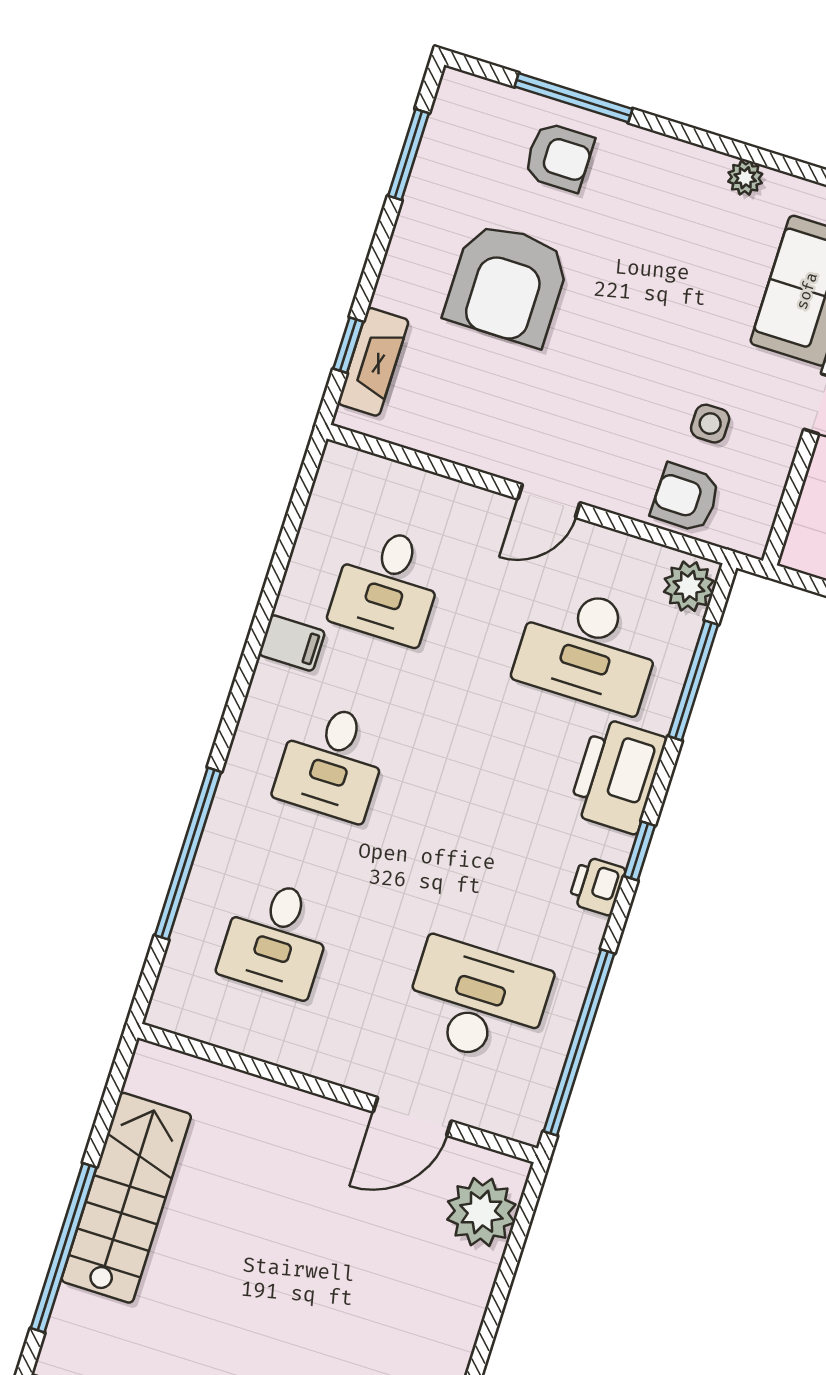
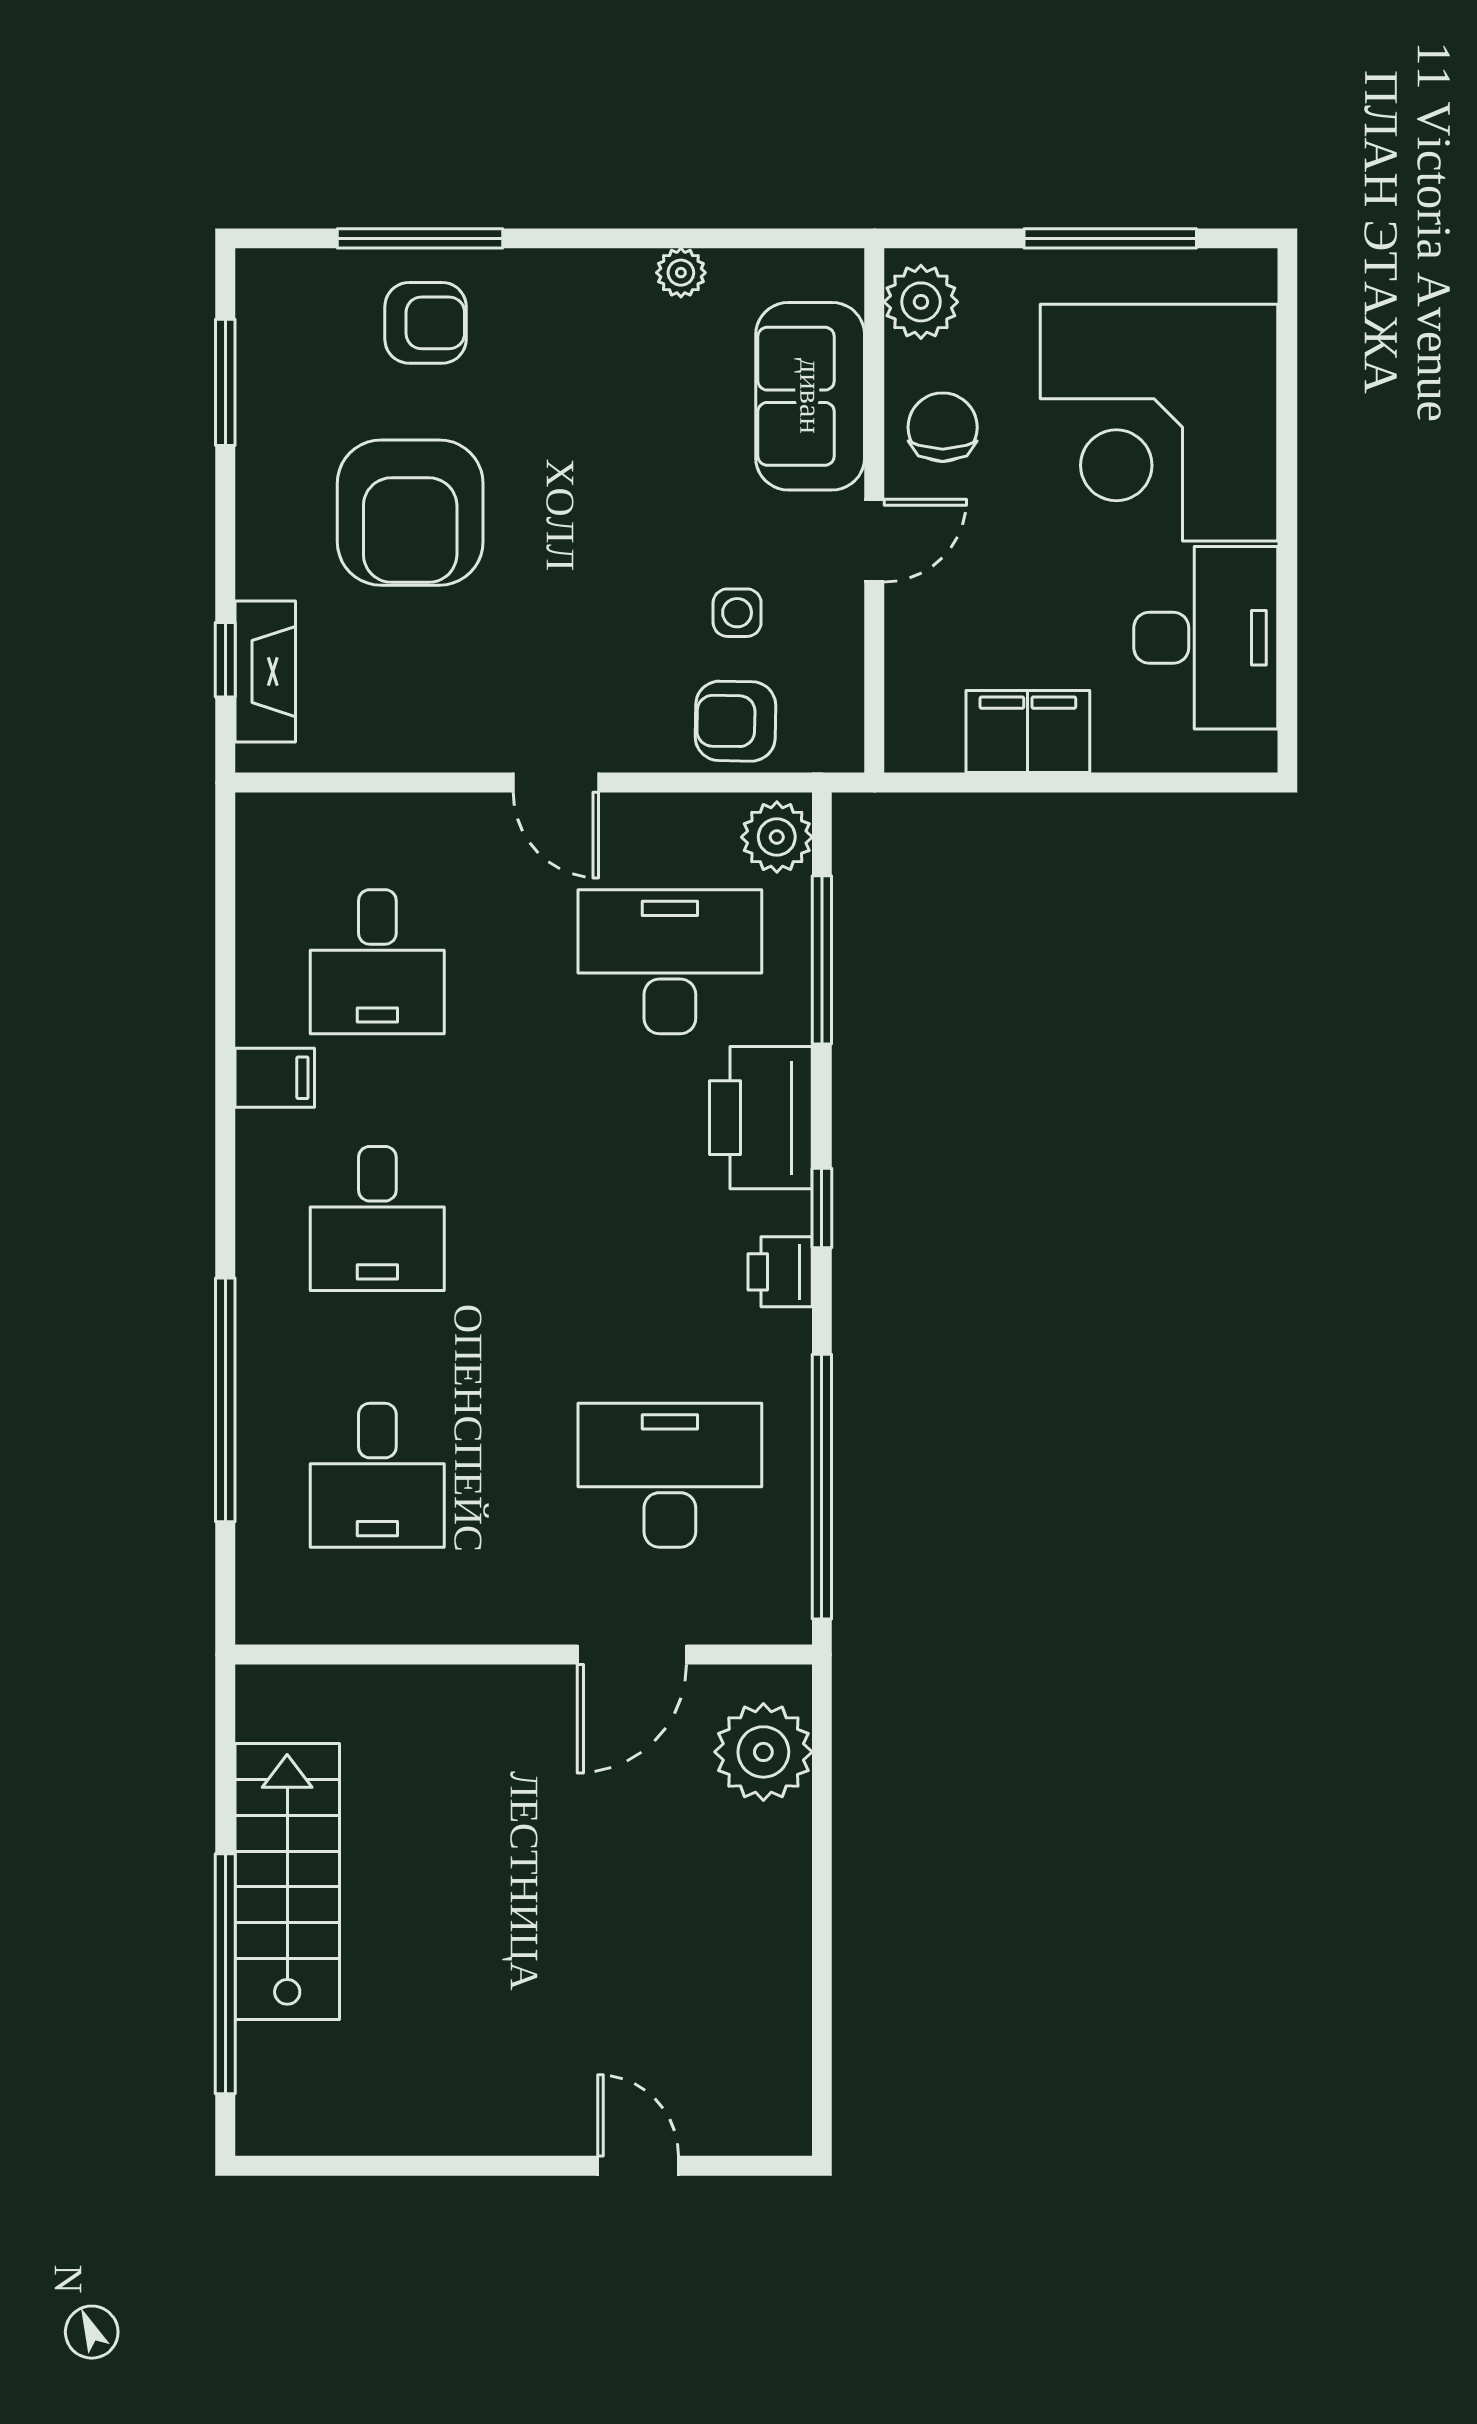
door: (549, 501) -> (556, 782), hinge flipped
desk: (588, 649) -> (670, 962), turned 180

